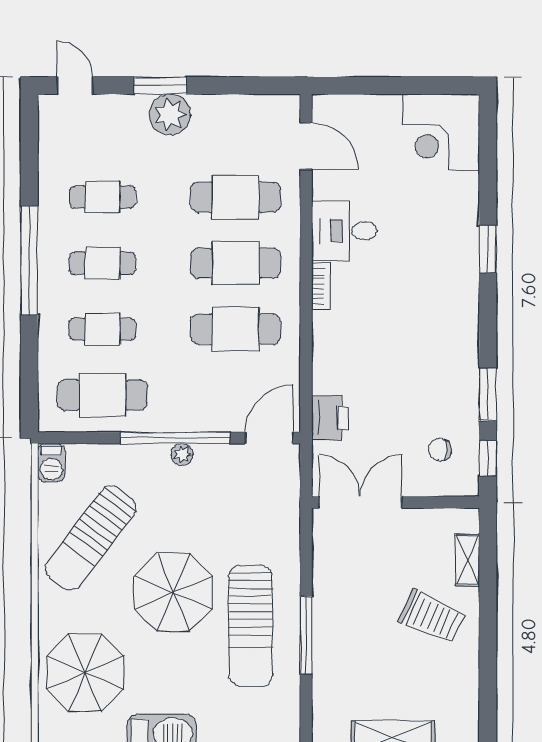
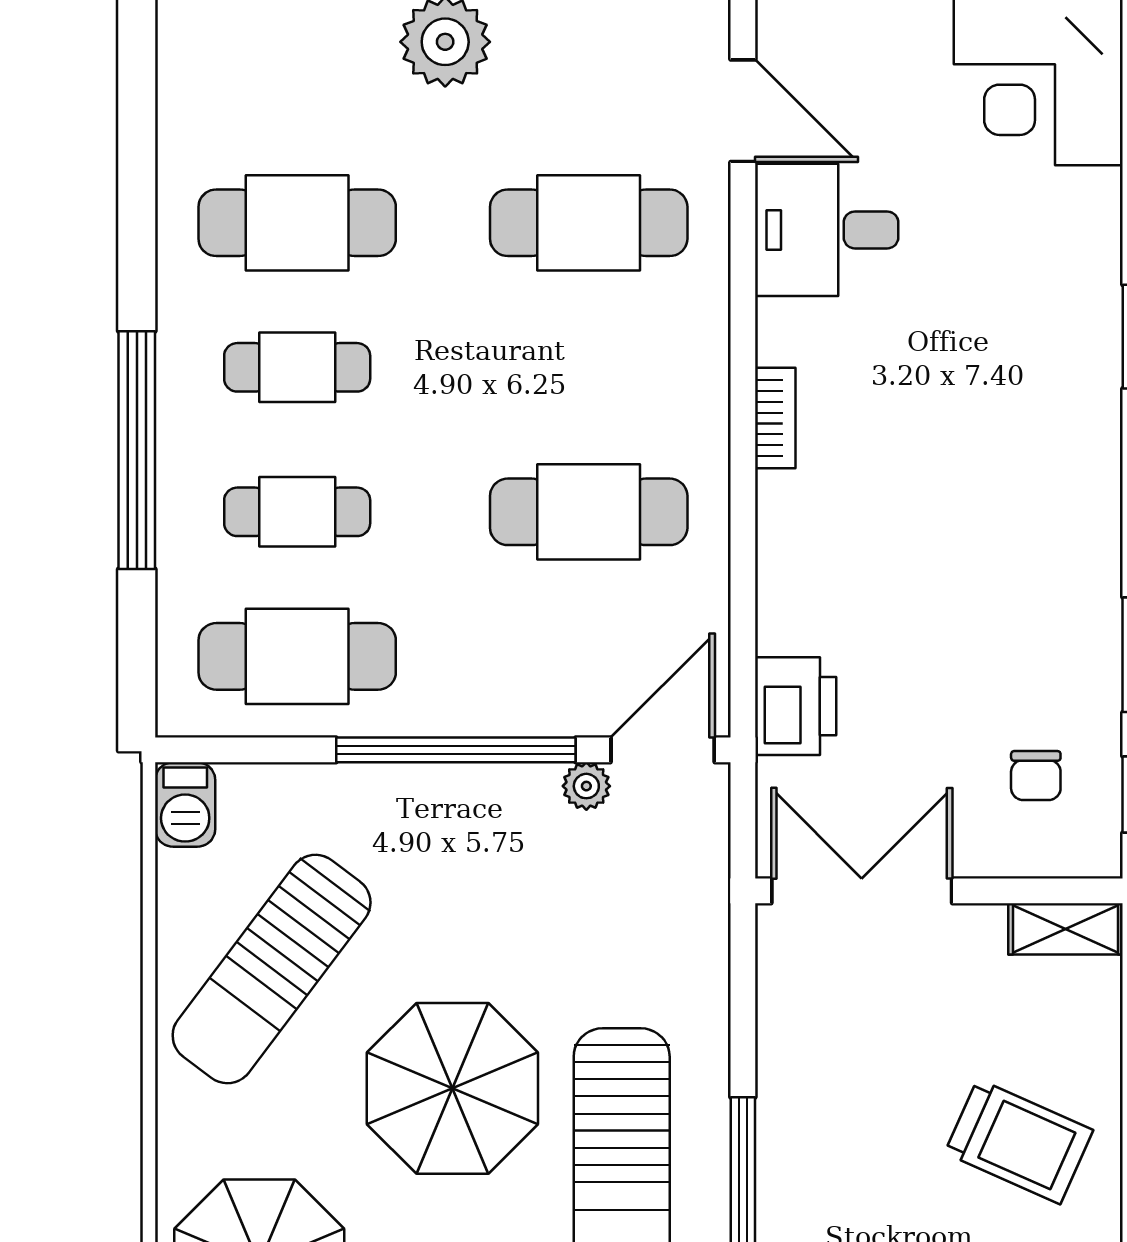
cafe table: (102, 197) -> (297, 223), width x1.37, depth x1.35
desk: (344, 231) -> (827, 230), moved
window: (29, 260) -> (137, 450), moved
cafe table: (236, 263) -> (589, 367), removed
chair: (440, 450) -> (1036, 776), turned -90
plant: (182, 454) -> (586, 786), moved
shelving: (468, 560) -> (1065, 929), moved, turned 90

